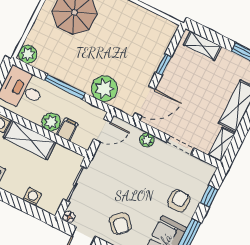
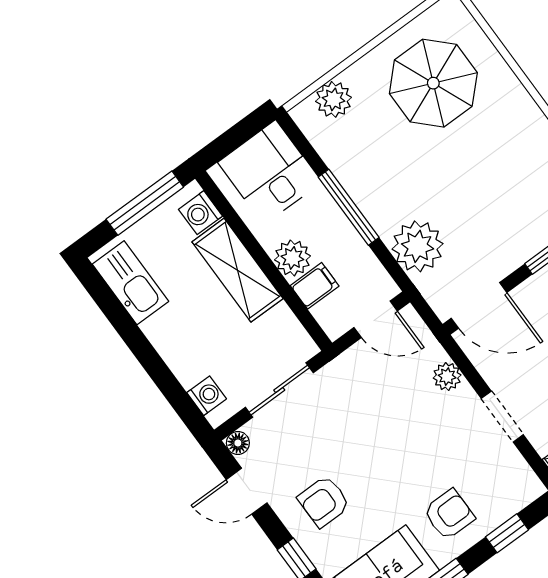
plant: (28, 54) -> (334, 99), moved
washing machine: (32, 197) -> (207, 396), moved
armchair: (120, 223) -> (324, 502), turned 44

